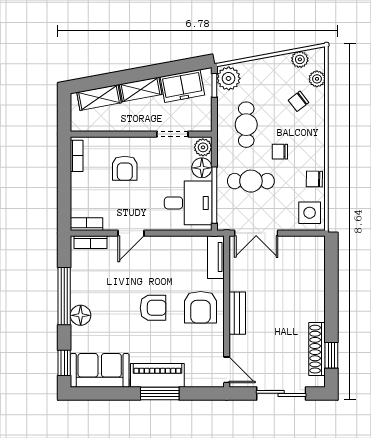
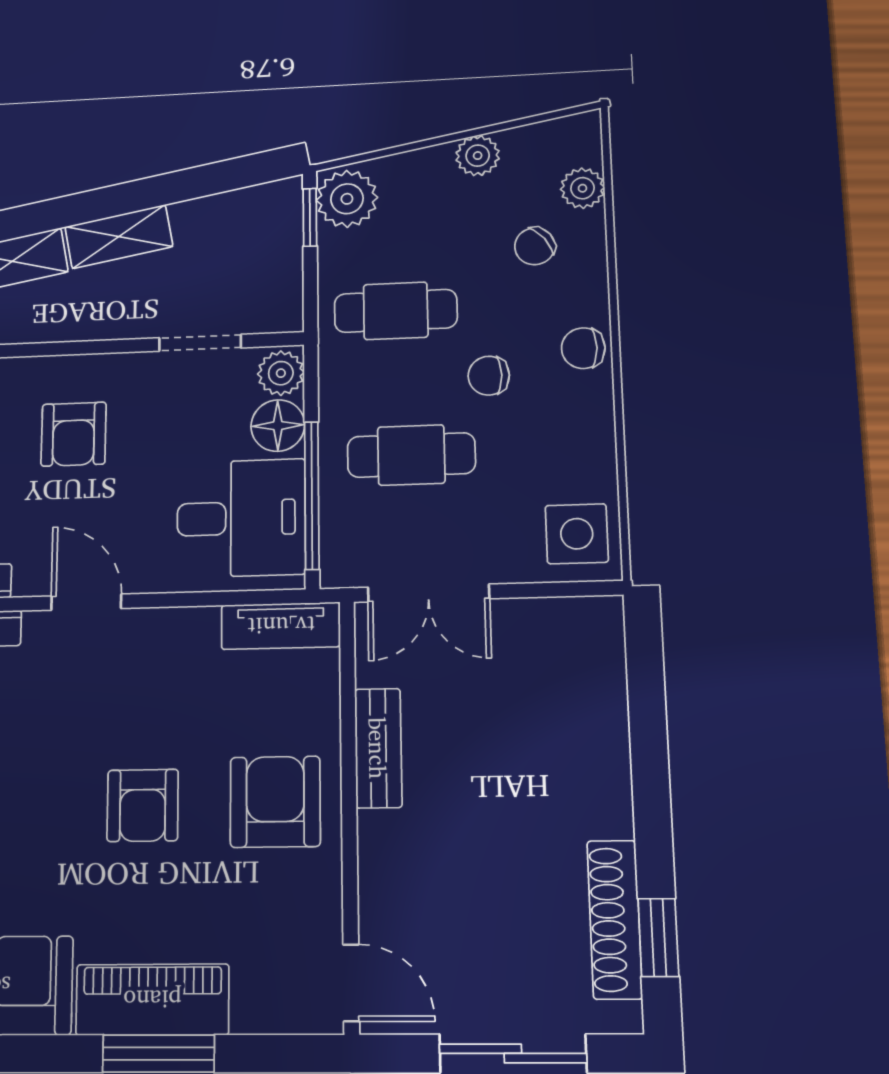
plant: (300, 59) -> (478, 156), moved
freezer: (182, 86) -> (227, 223), removed
cafe table: (246, 125) -> (396, 311), turned 90
chair: (314, 179) -> (583, 348), moved
door: (131, 233) -> (86, 602), swing flipped
tv unit: (216, 257) -> (281, 626), moved, turned -90
armchair: (201, 307) -> (275, 802), turned 180
armchair: (153, 308) -> (143, 805), turned 90
bench: (237, 313) -> (378, 748), moved

